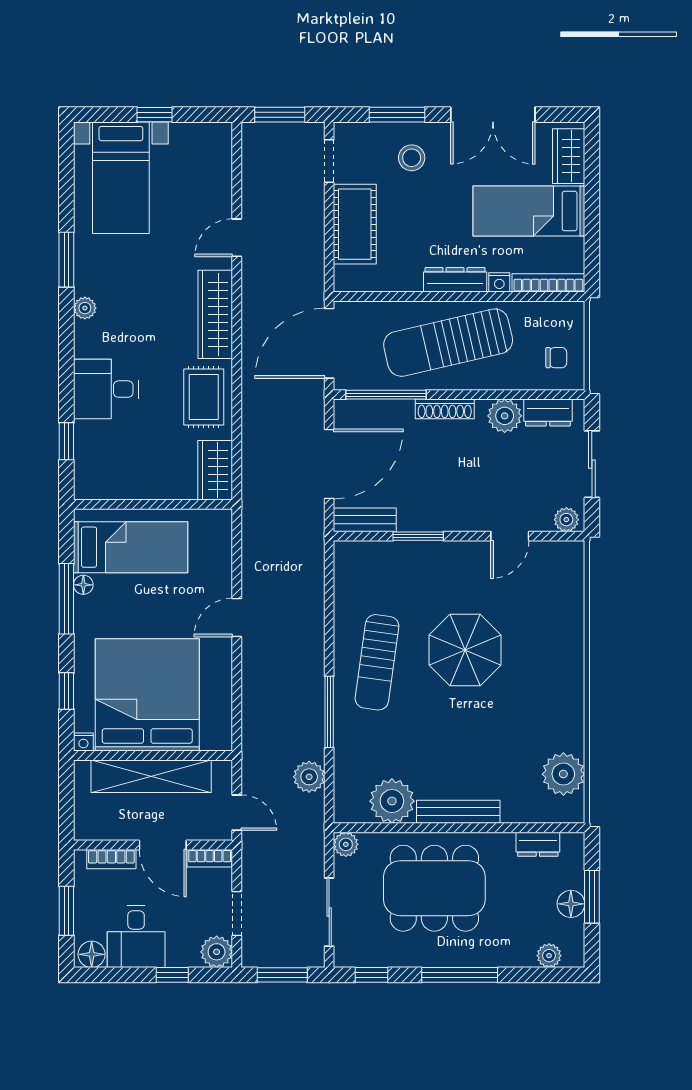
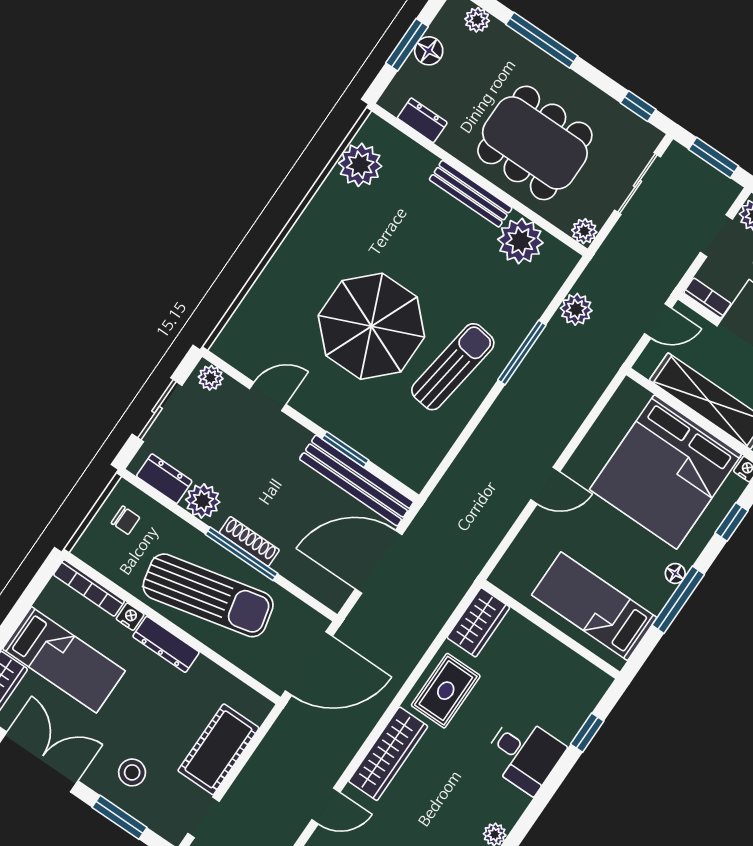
chair: (556, 358) -> (126, 520), turned 180
window: (386, 395) -> (242, 554), moved
bench: (365, 520) -> (357, 481), width x1.86, depth x1.21
floor lamp: (83, 585) -> (675, 573), moved
parasol: (465, 650) -> (371, 326), width x1.36, depth x1.36
door: (237, 813) -> (658, 321), swing flipped
window: (460, 975) -> (542, 40), moved

